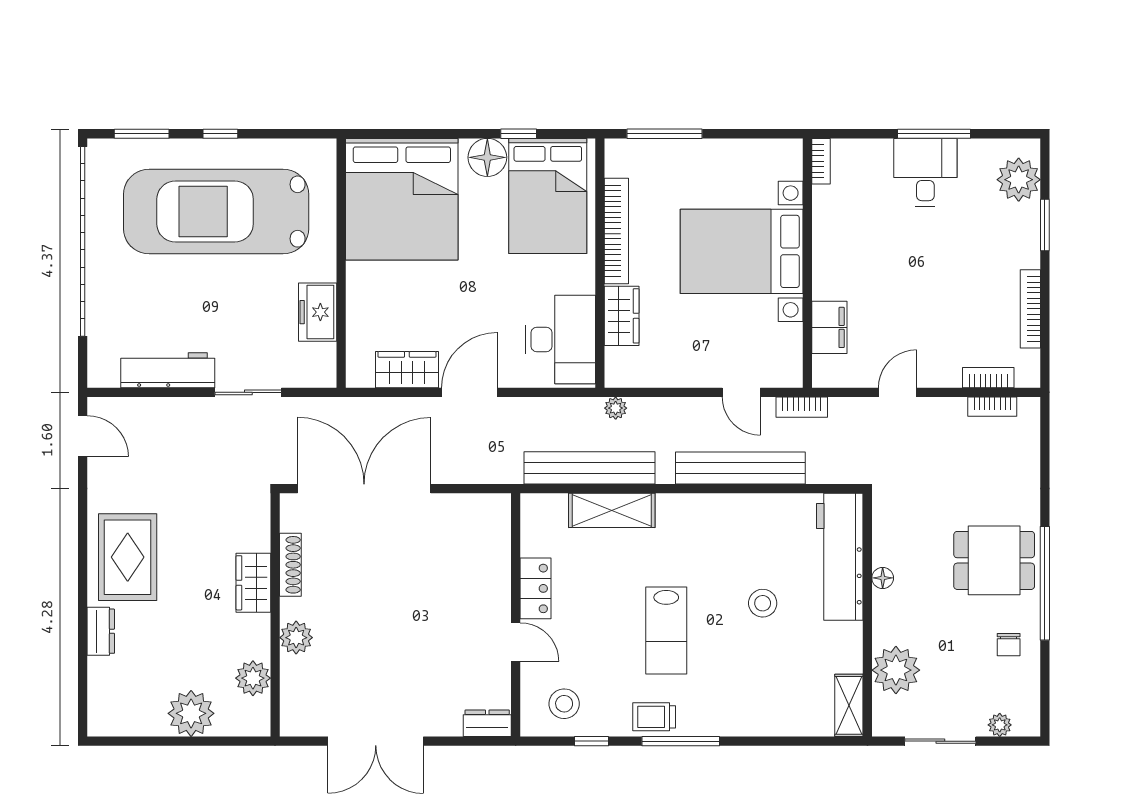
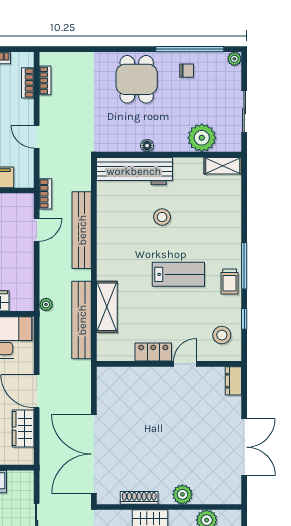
window: (1045, 583) -> (190, 49), moved
plant: (1000, 725) -> (234, 59), moved

